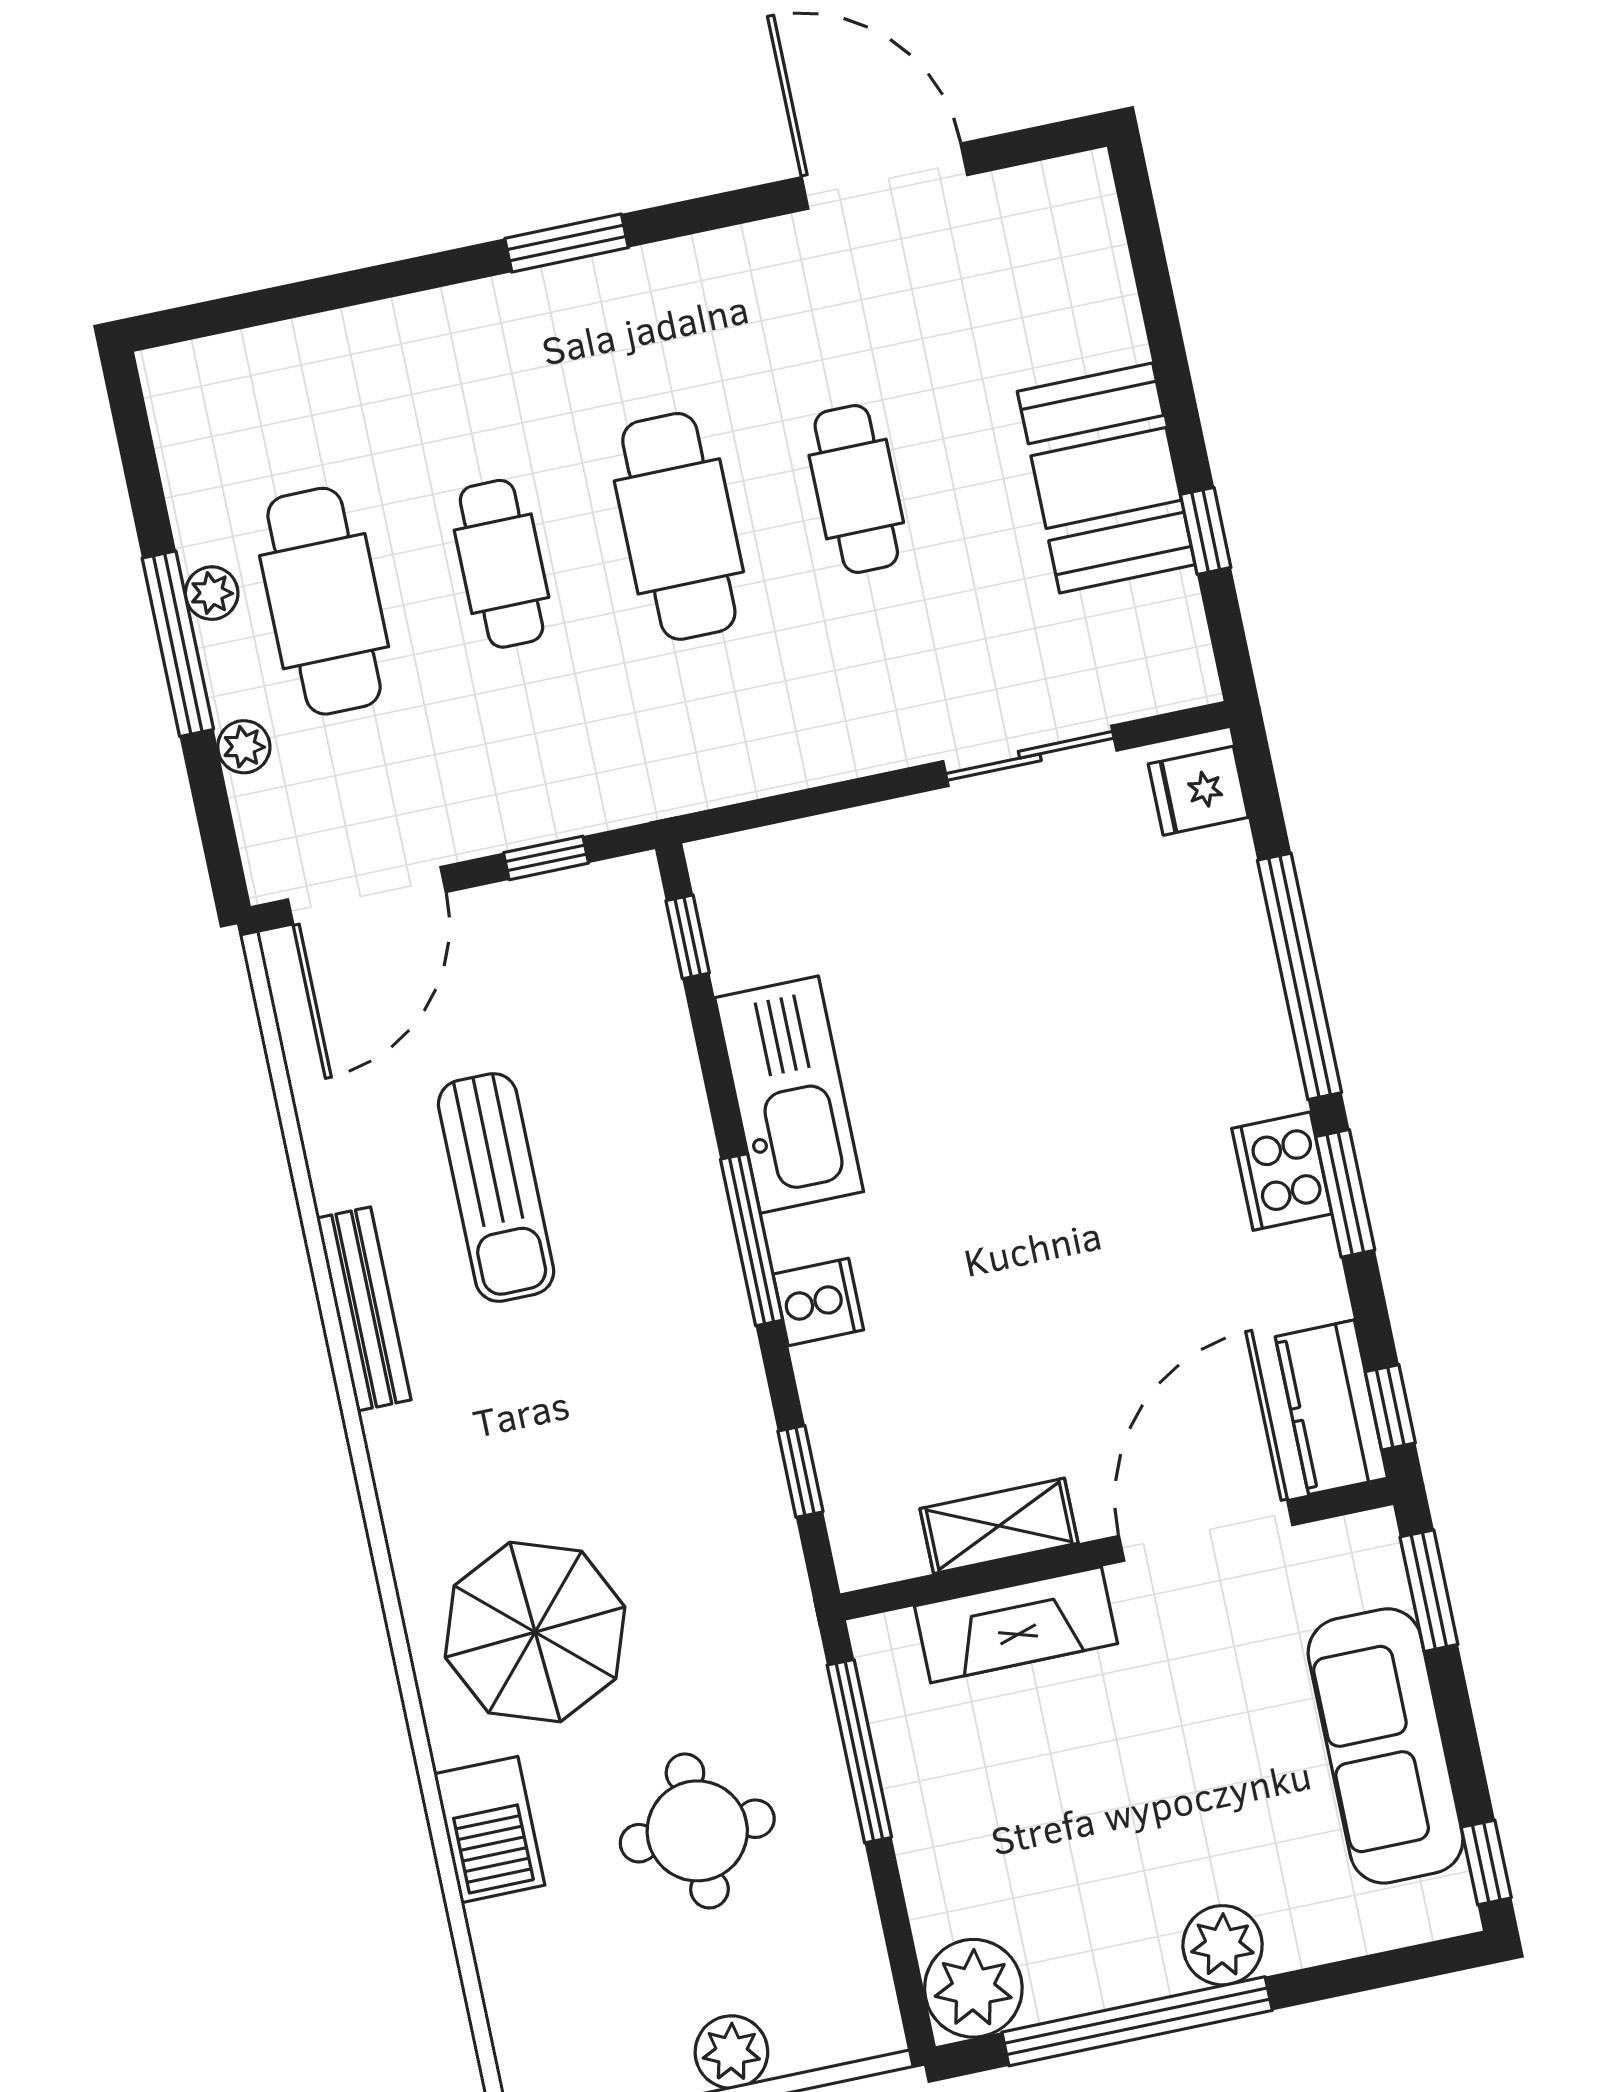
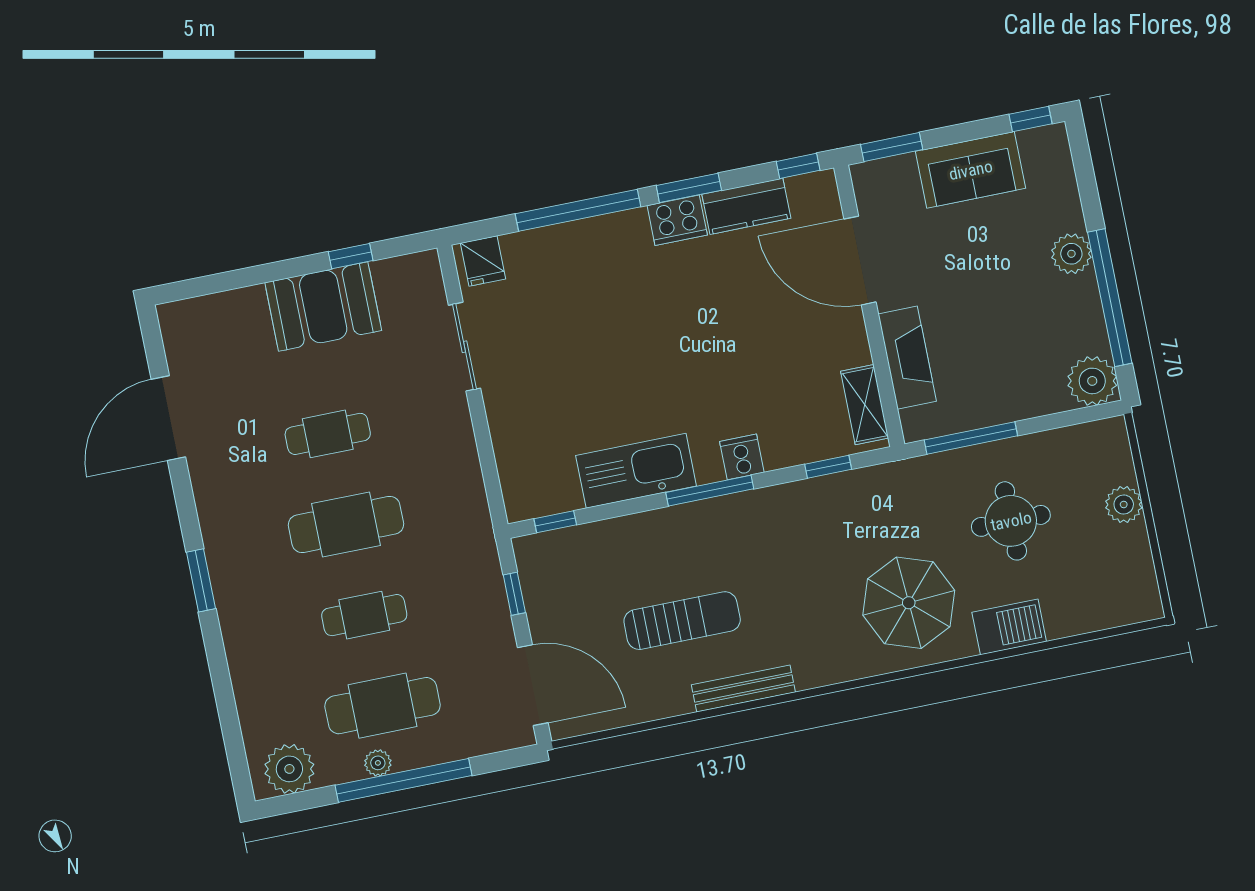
window: (178, 644) -> (404, 780), width x1.46
plant: (244, 747) -> (289, 769), moved, width x1.87, depth x1.87
kitchen counter: (1331, 1407) -> (746, 206), moved
shelving: (999, 1526) -> (865, 405), moved
sofa: (1386, 1746) -> (971, 170), width x0.73

